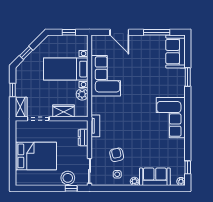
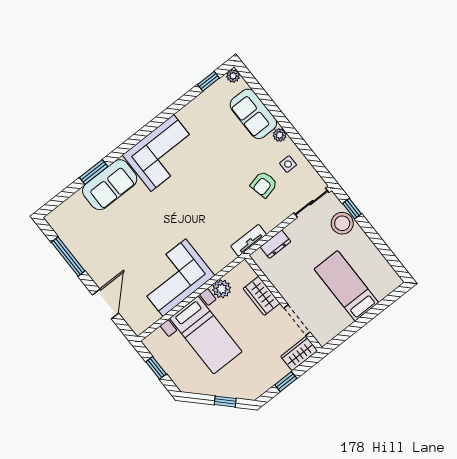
sofa: (175, 52) -> (110, 185), moved
bed: (36, 156) -> (346, 286), width x0.67

